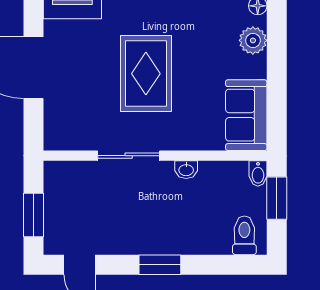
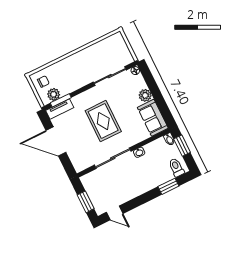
plant: (253, 40) -> (145, 95), moved
sliding door: (129, 156) -> (113, 158), width x1.37
window: (160, 265) -> (168, 186), moved

